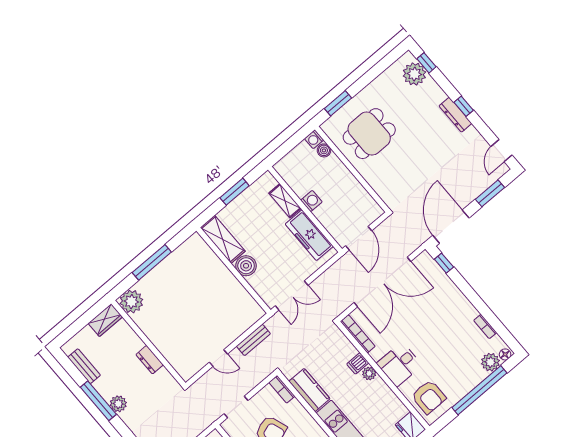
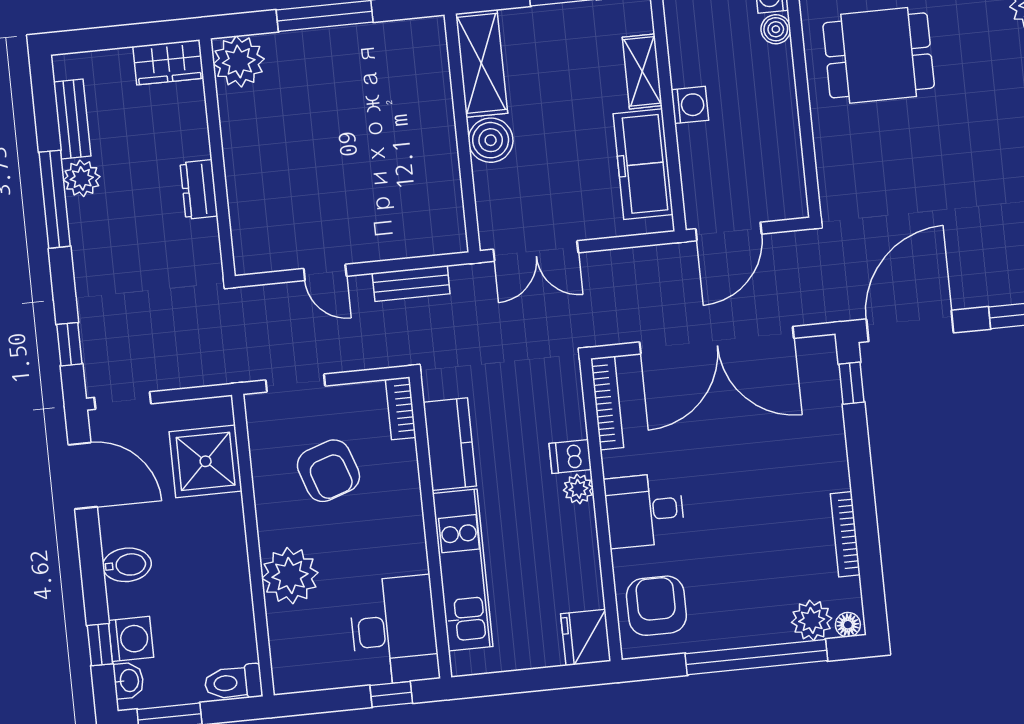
bookcase: (485, 326) -> (845, 534), width x1.56
armchair: (429, 397) -> (656, 606), turned 180
plant: (118, 404) -> (82, 178), moved

